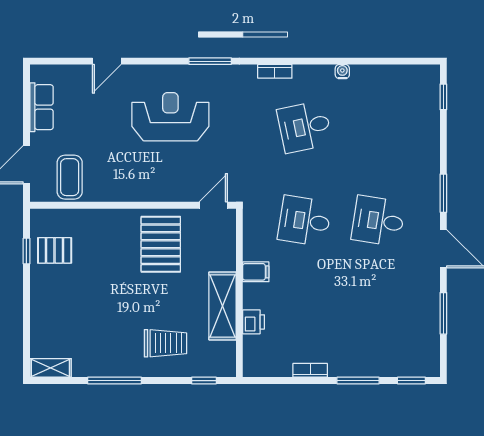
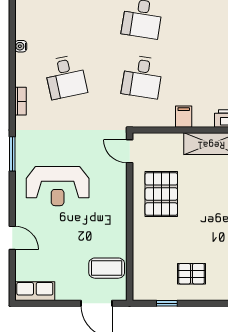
row of seats: (41, 107) -> (35, 291), moved
reception desk: (170, 117) -> (58, 186), turned -90
pallet: (161, 244) -> (161, 194), turned 90
pallet: (55, 250) -> (192, 274), moved, turned 90

